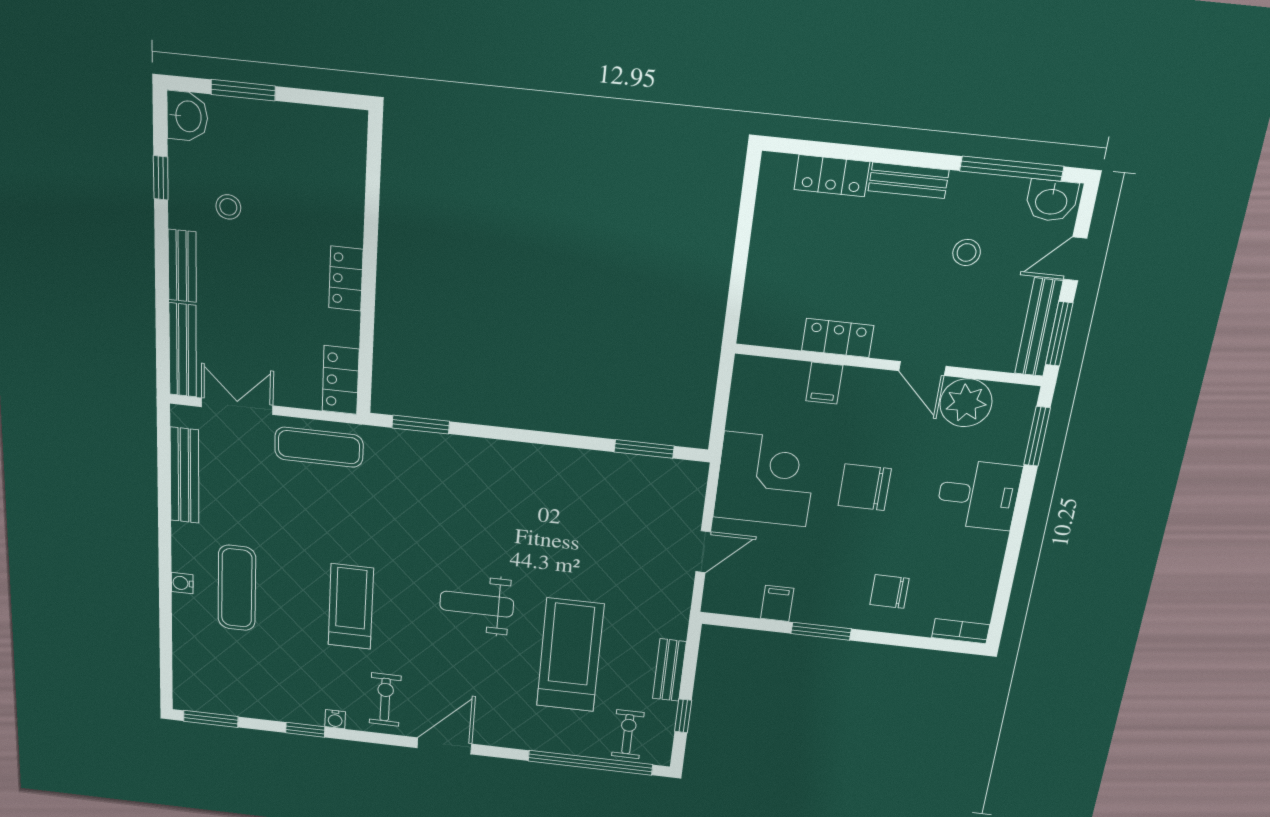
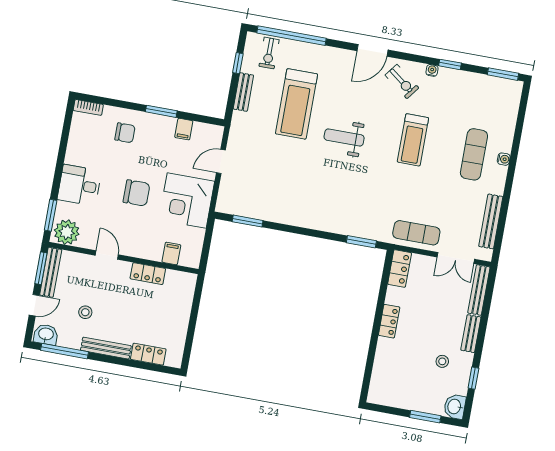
bench: (909, 180) -> (106, 348), width x1.36
filing cabinet: (824, 383) -> (171, 254), moved
plant: (966, 403) -> (67, 232), moved
weight bench: (477, 604) -> (344, 137), turned 180
exercise bike: (385, 700) -> (402, 82), turned -53

